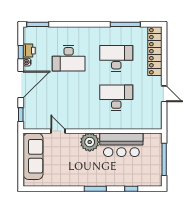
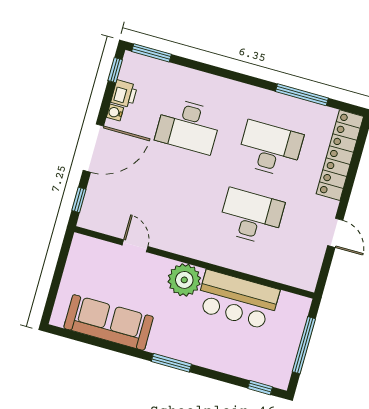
window: (21, 52) -> (115, 70), moved
sofa: (33, 156) -> (109, 322), moved, turned -90
window: (131, 189) -> (260, 388), moved

